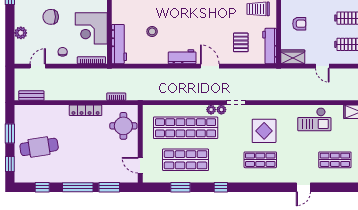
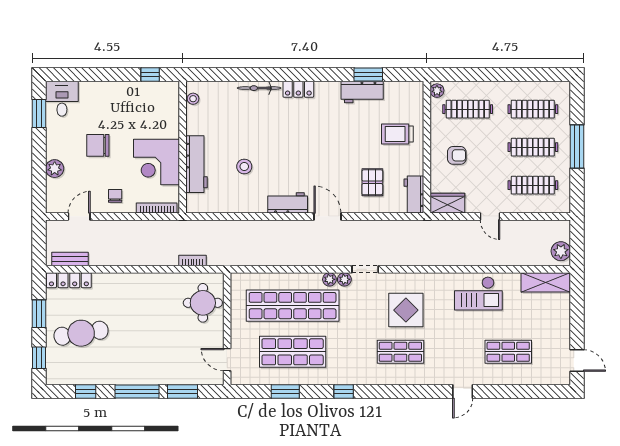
workbench: (119, 44) -> (197, 164), moved
workbench: (270, 46) -> (414, 194), width x0.73
locker: (86, 110) -> (69, 280), moved

